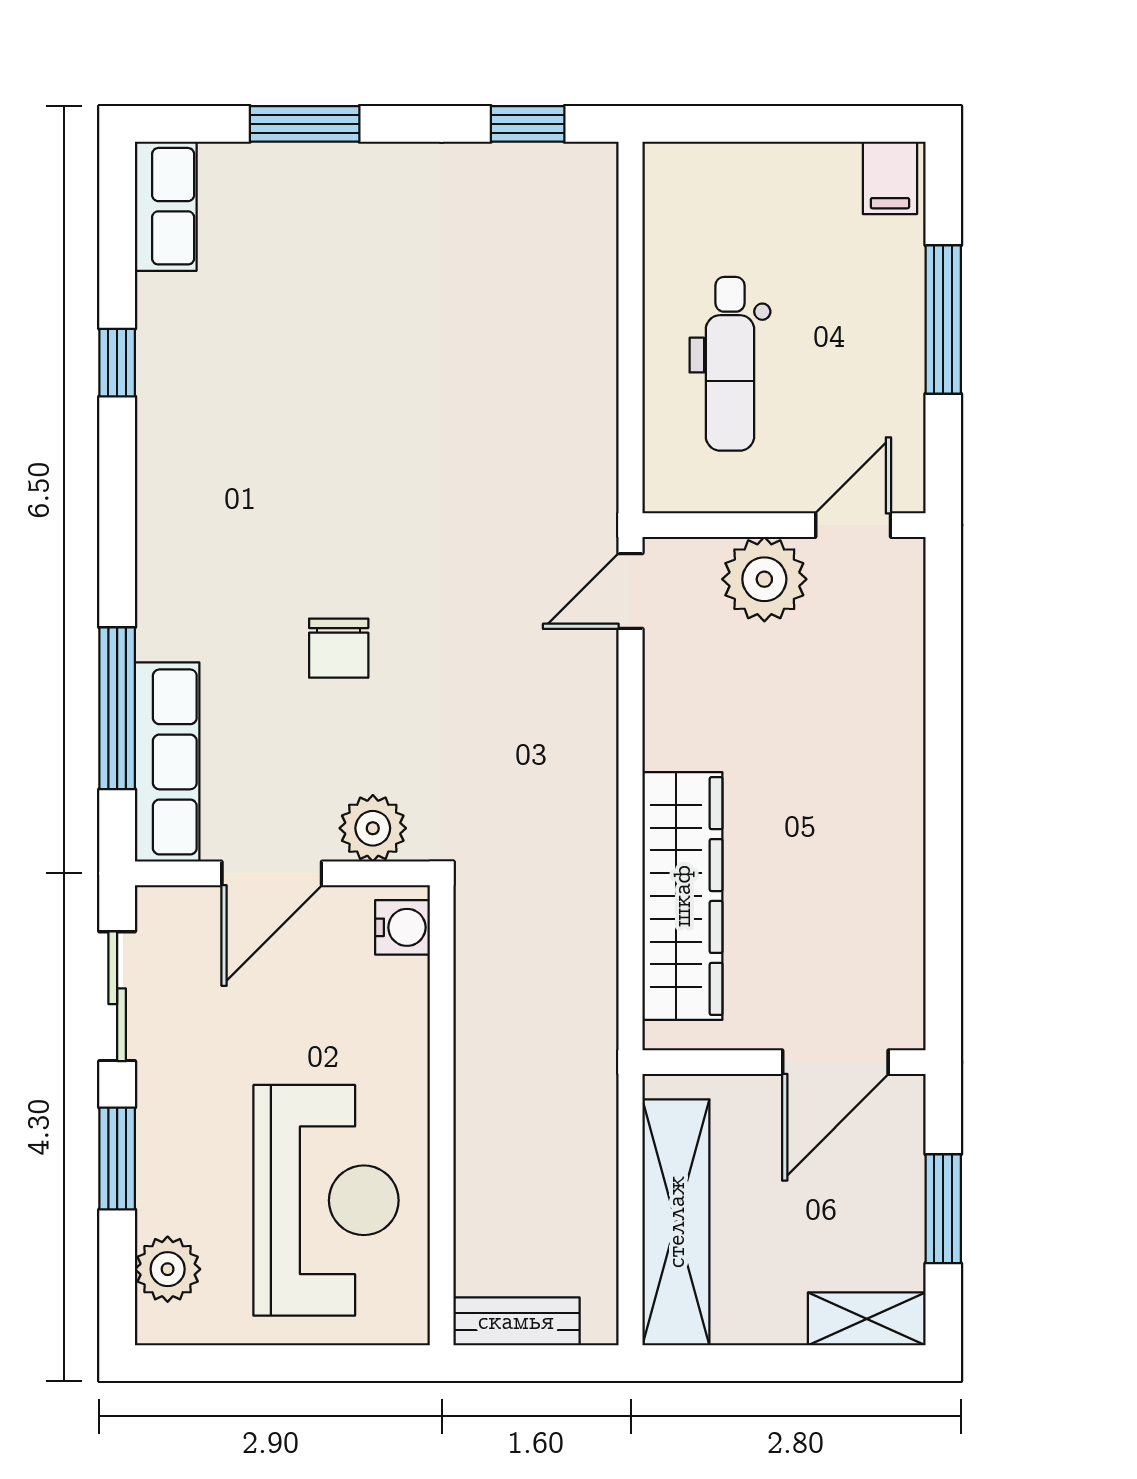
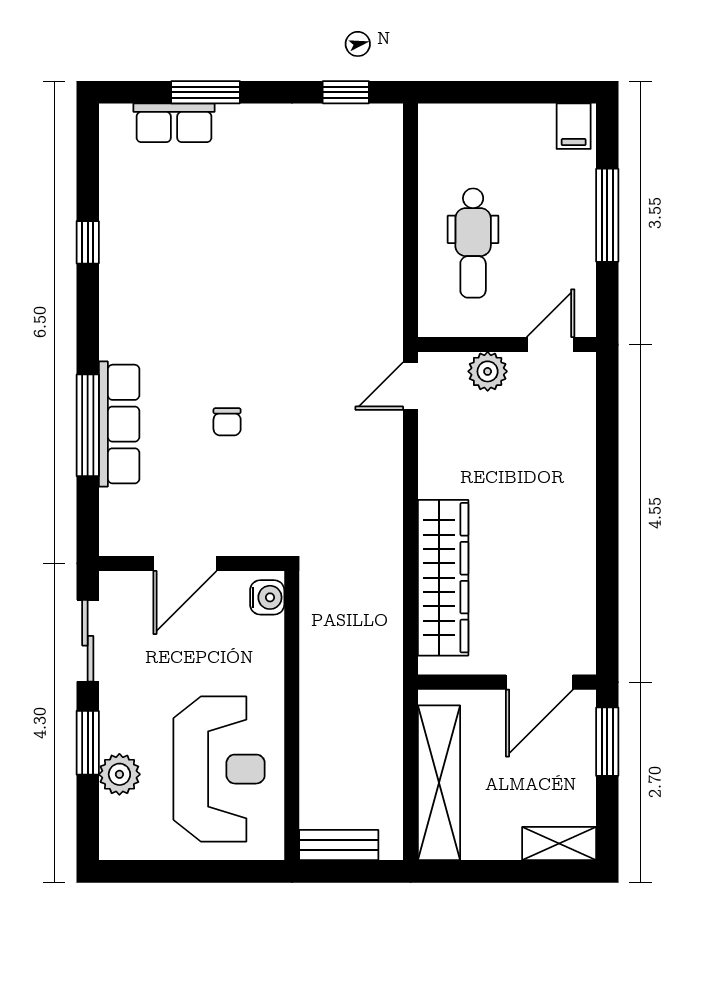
row of seats: (166, 206) -> (174, 123), moved, turned 90
plant: (764, 579) -> (488, 371), width x0.73, depth x0.73
chair: (339, 648) -> (227, 422), width x0.73, depth x0.73
window: (117, 708) -> (88, 425), moved
row of seats: (167, 762) -> (119, 424), moved
plant: (373, 828) -> (248, 535), removed
window: (943, 1209) -> (607, 742), moved
plant: (168, 1269) -> (119, 774), moved

